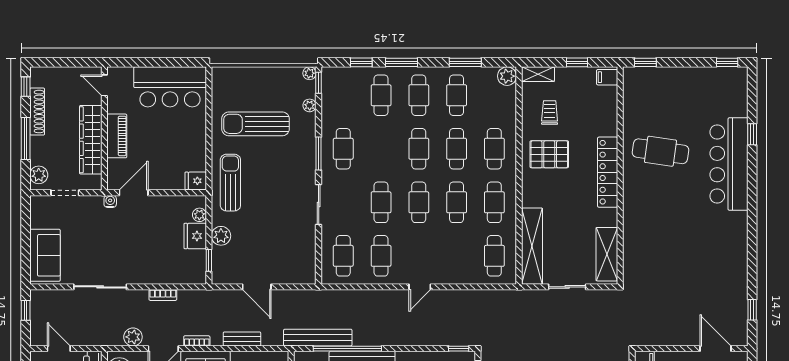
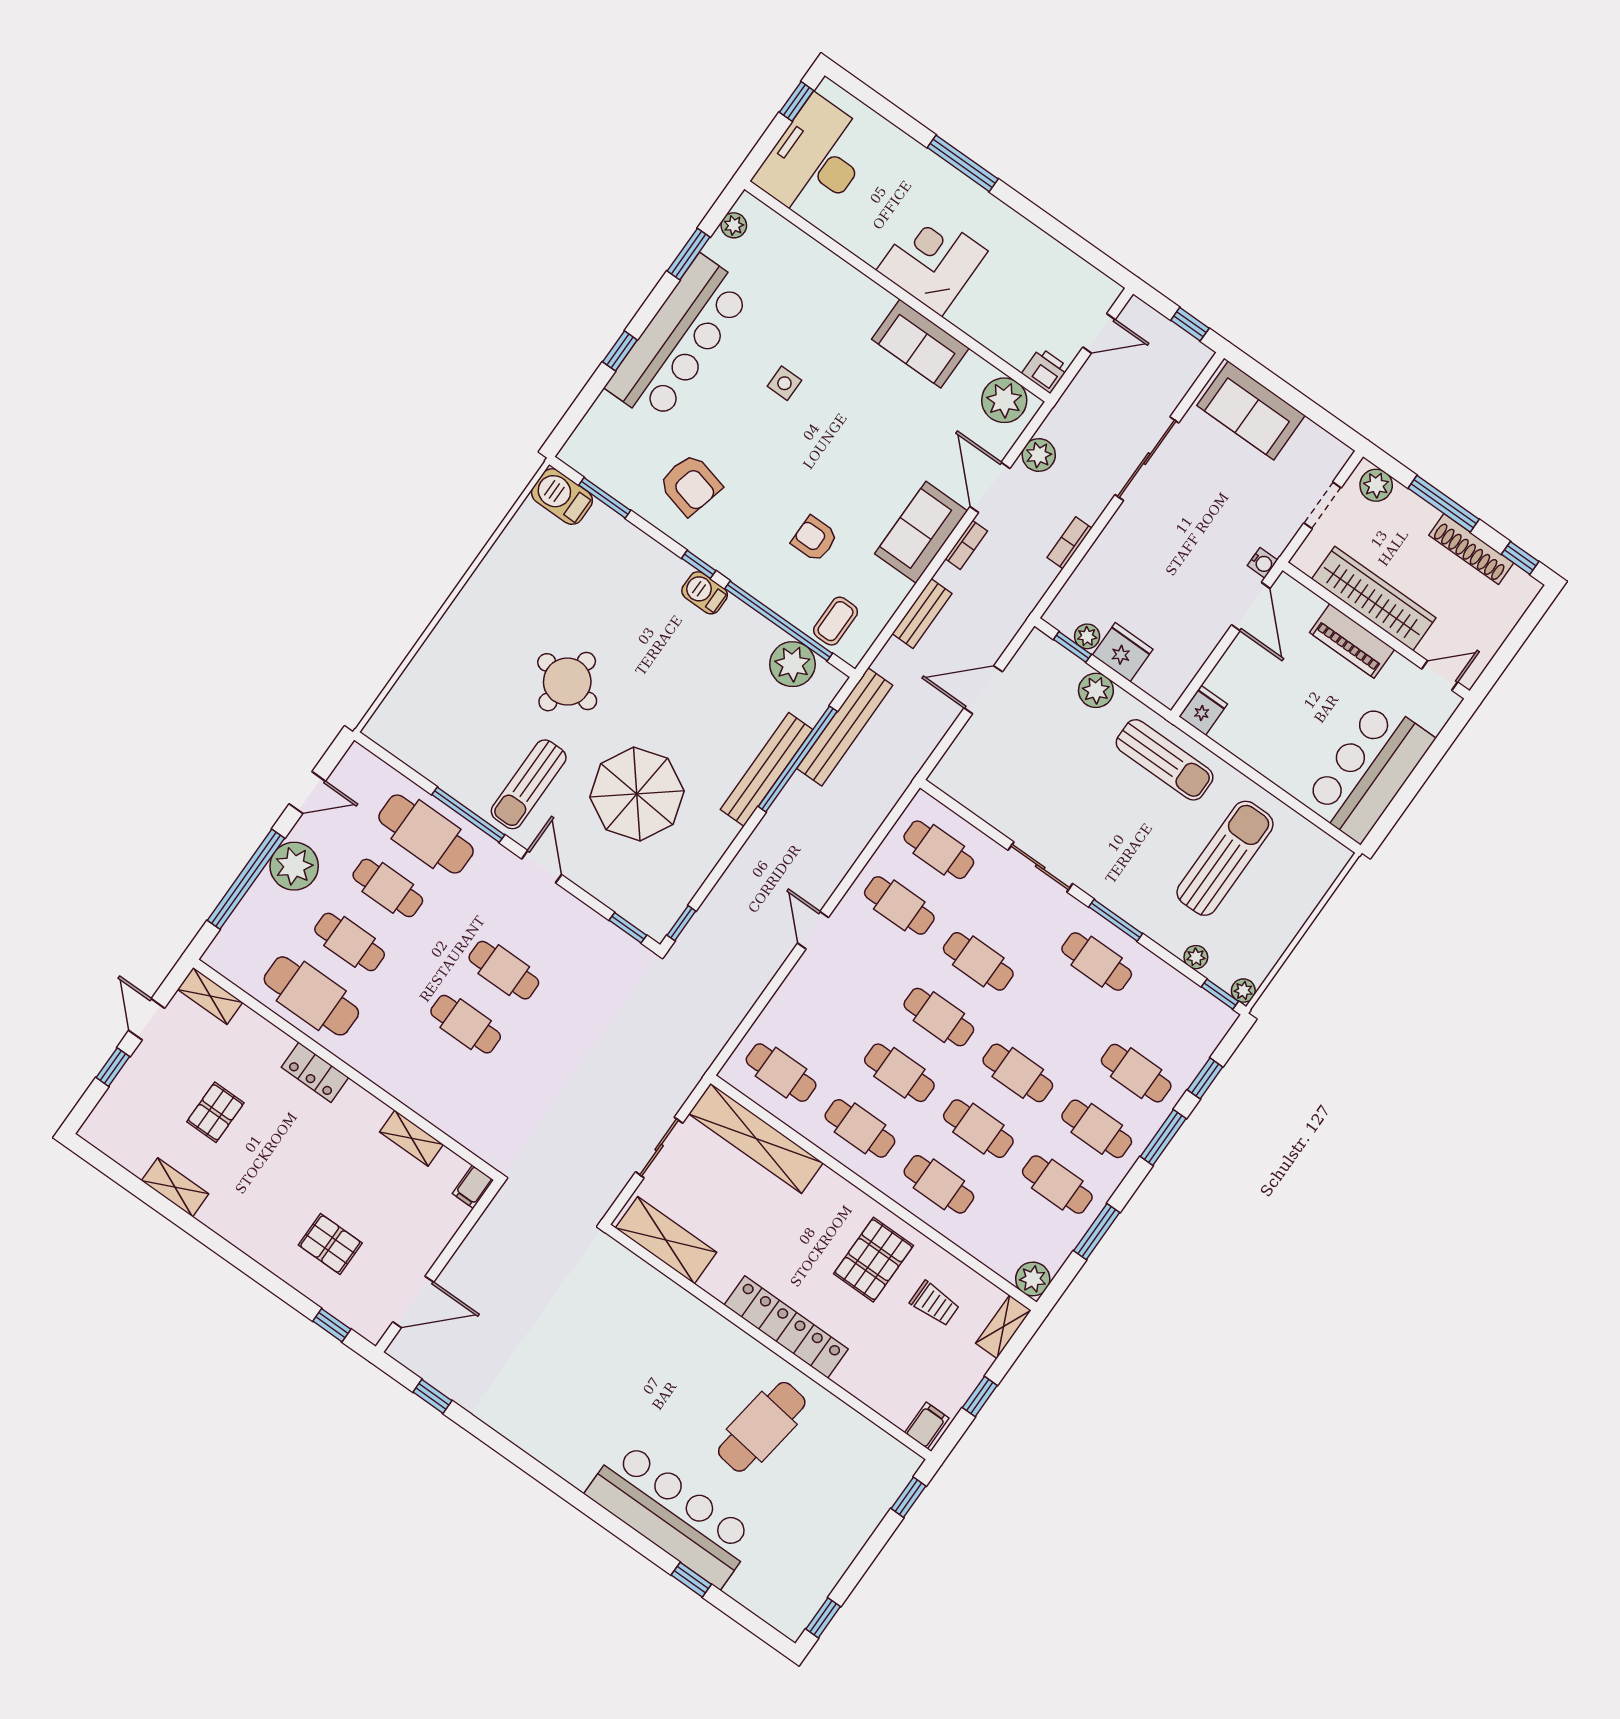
plant: (199, 215) -> (1087, 636), moved

